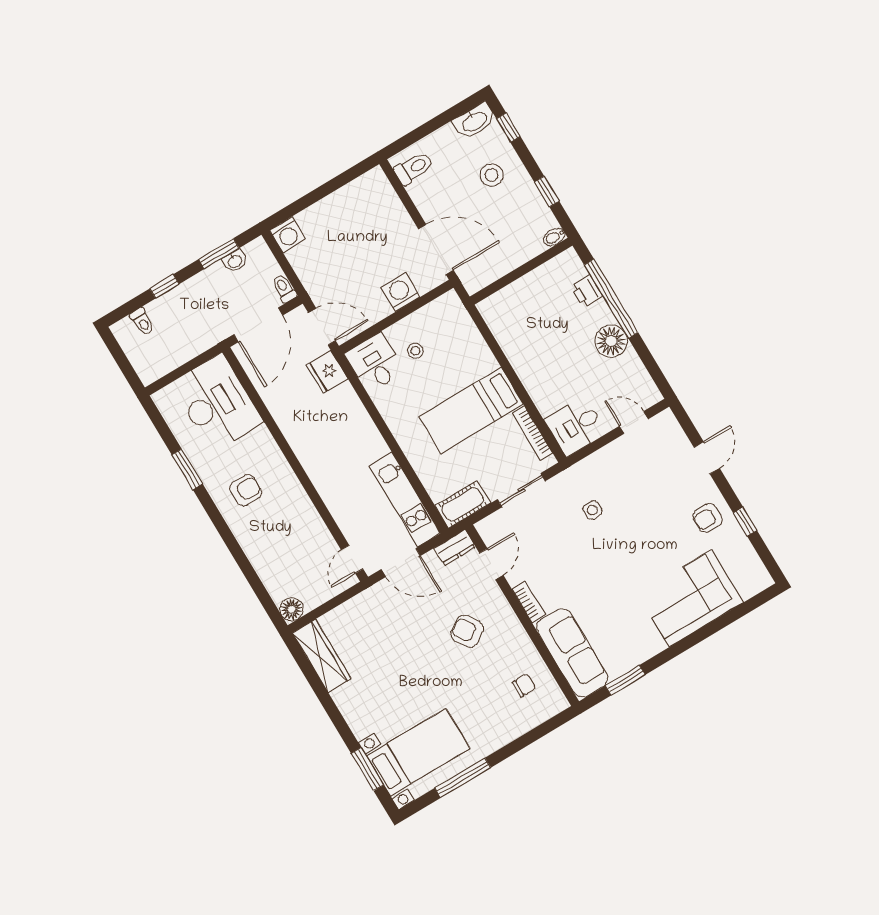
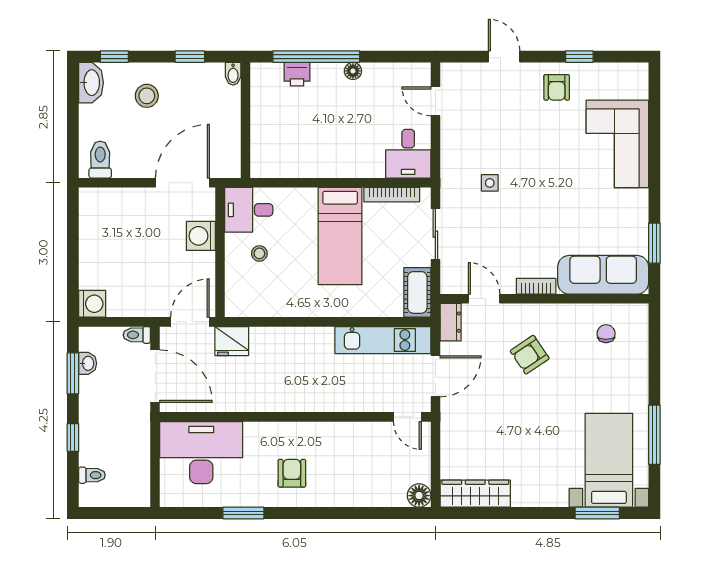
floor lamp: (611, 341) -> (353, 71), width x0.53, depth x0.53
desk: (375, 363) -> (249, 210), moved
door: (634, 422) -> (435, 101), hinge flipped

